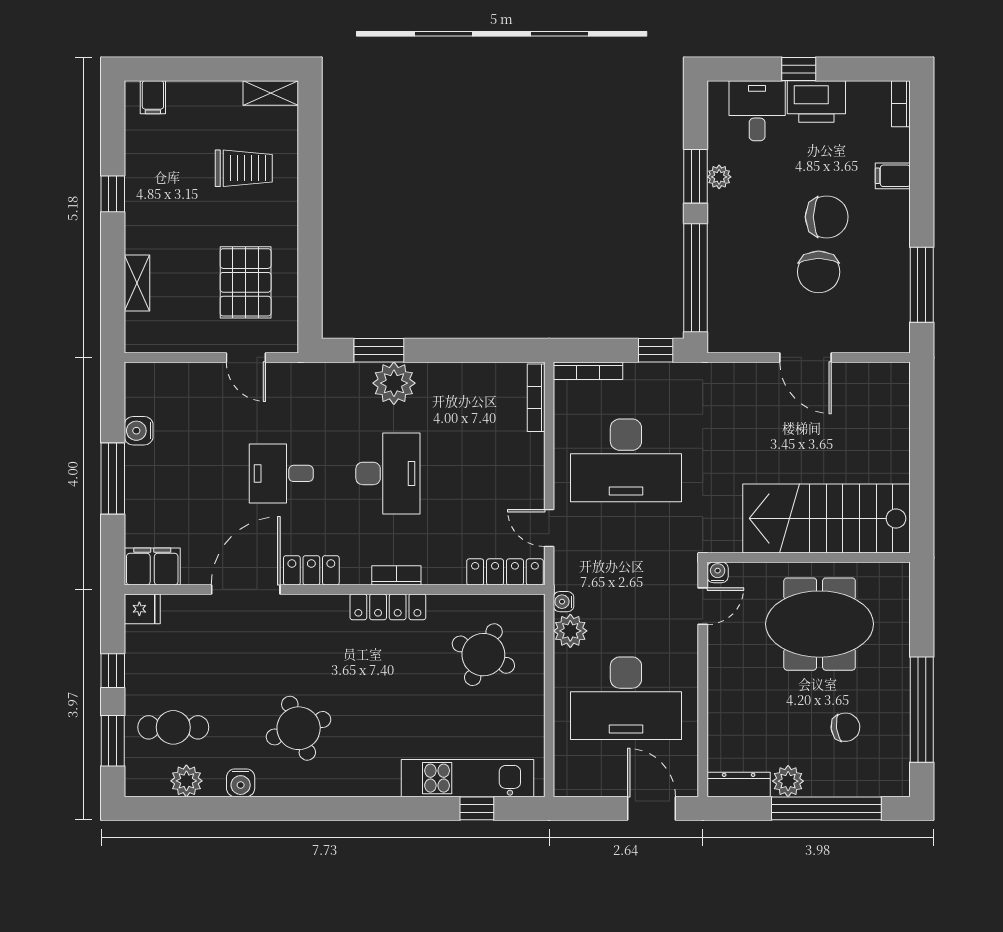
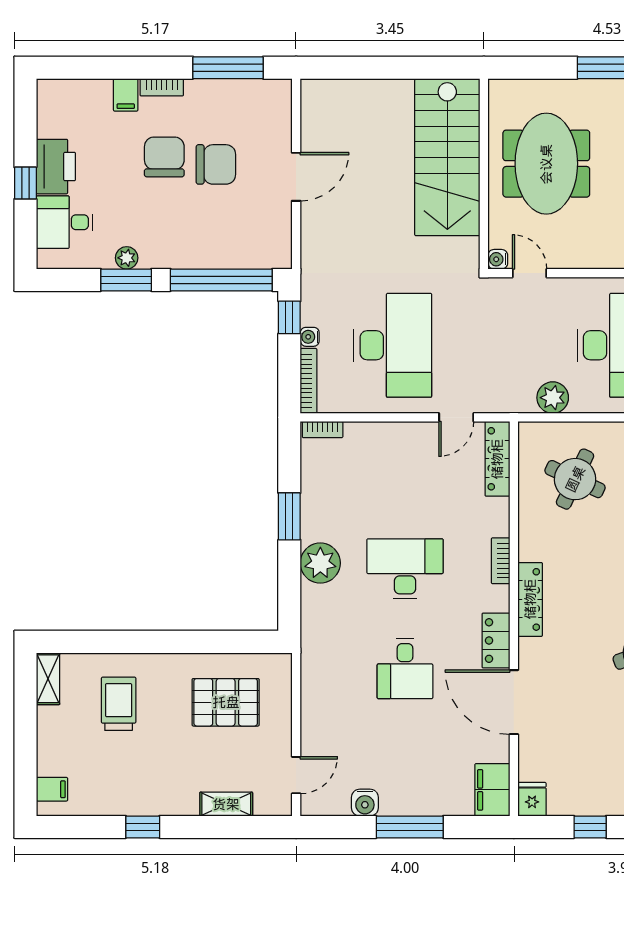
bookcase: (901, 104) -> (162, 87), moved
window: (379, 350) -> (289, 516), moved
door: (246, 357) -> (296, 775), moved
bookcase: (536, 398) -> (323, 430), width x0.64
water cooler: (564, 602) -> (310, 337), moved, turned 90
locker: (388, 607) -> (530, 599), moved

